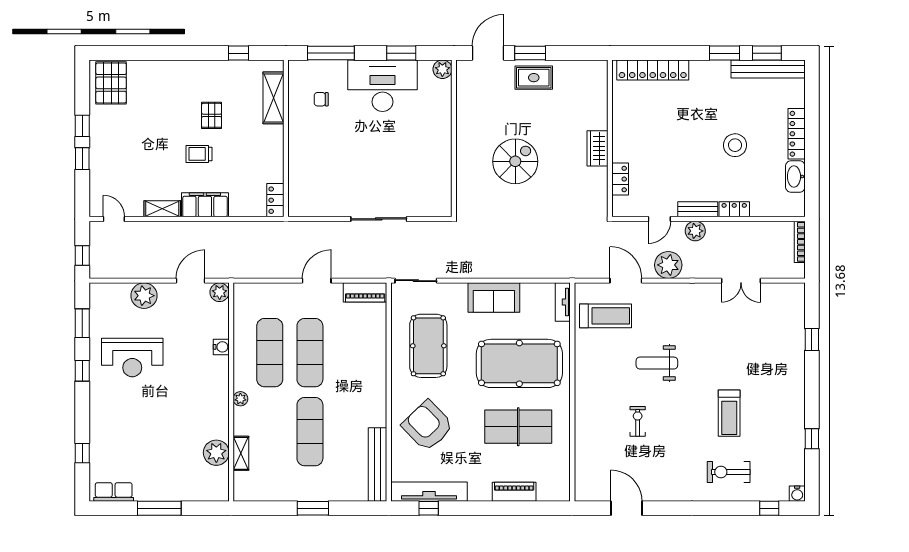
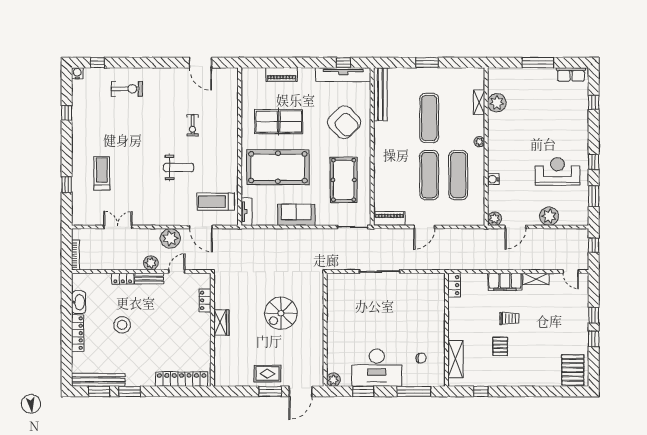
treadmill: (729, 413) -> (102, 173), moved

